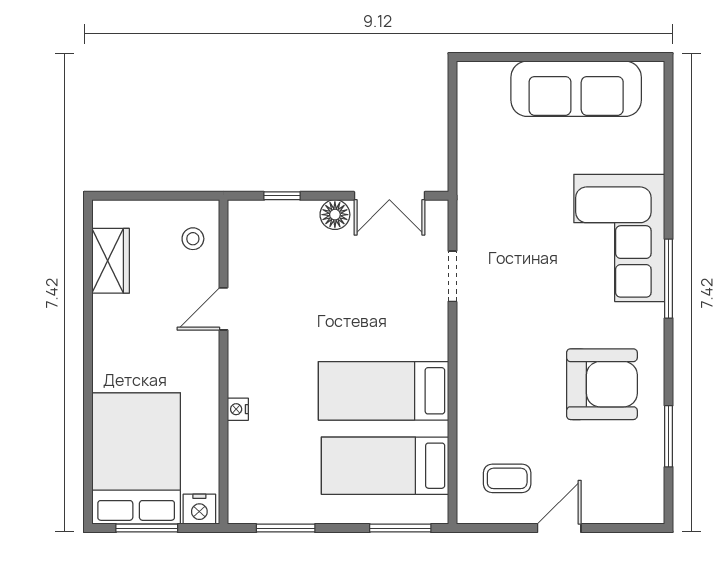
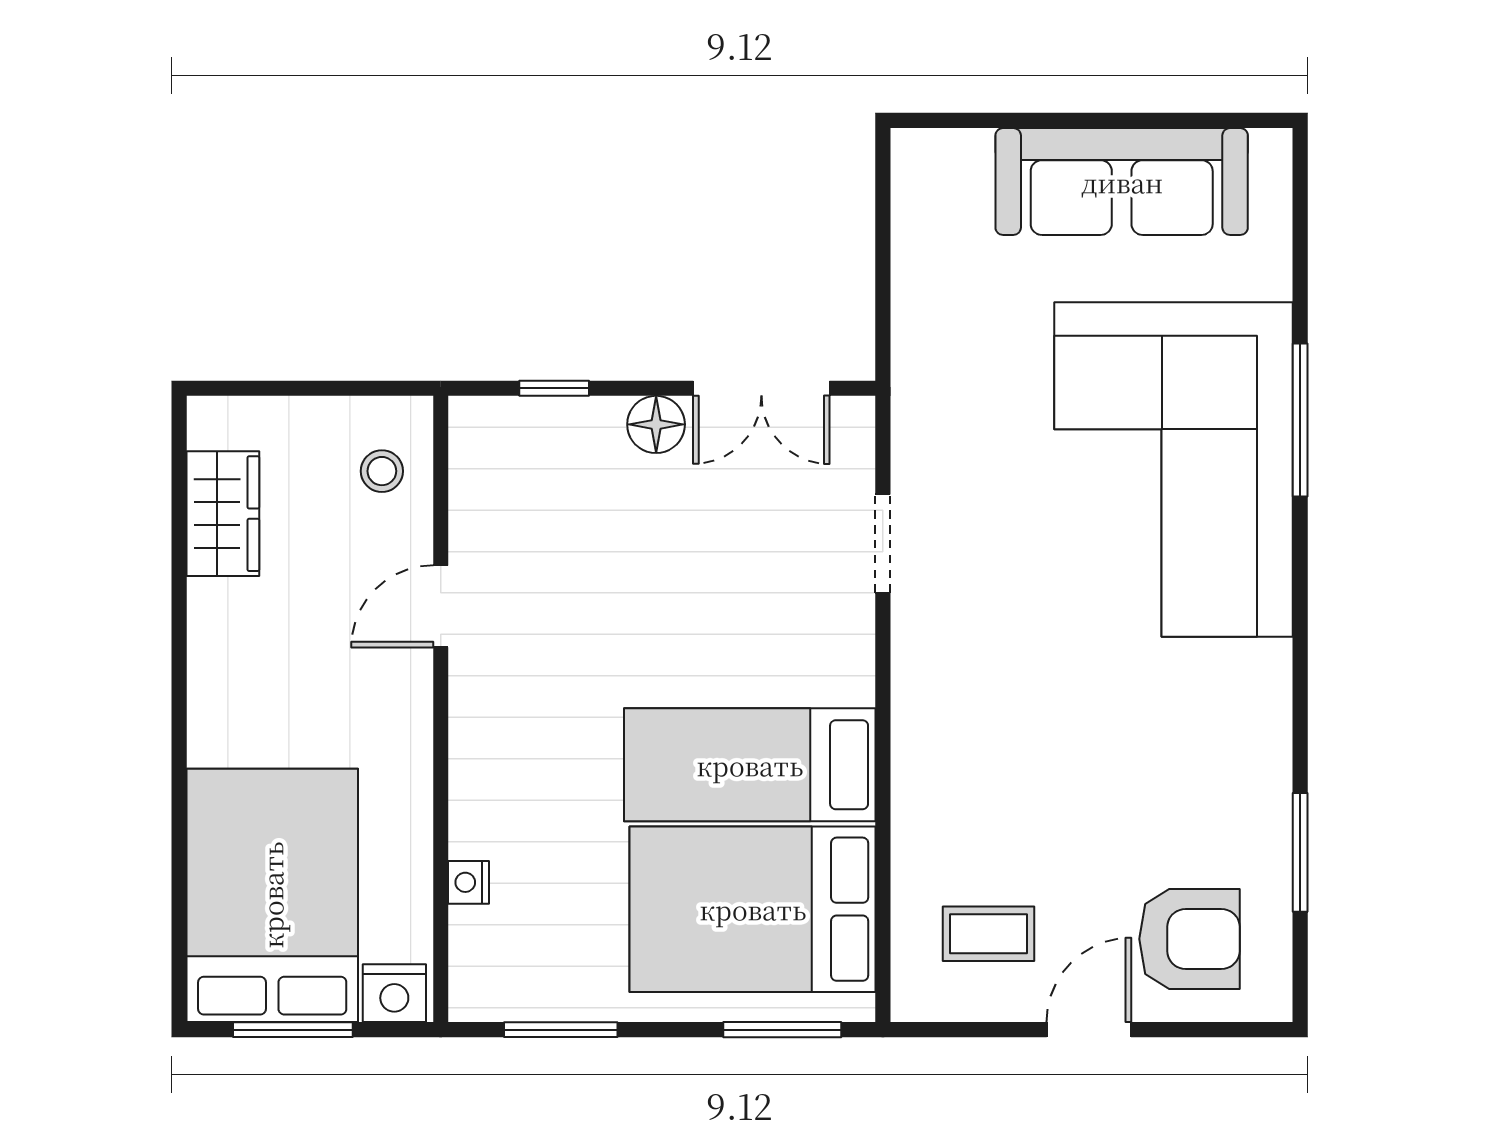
corner sofa: (619, 238) -> (1174, 470), width x1.36, depth x1.36
window: (669, 279) -> (1300, 420), moved
armchair: (602, 384) -> (1189, 939), moved, width x0.73, depth x0.73
nightstand: (238, 409) -> (469, 882), moved
bed: (385, 466) -> (753, 909), width x1.50

